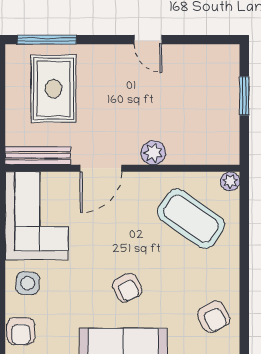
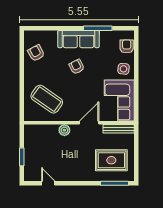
door: (148, 40) -> (48, 183), moved
rug: (54, 89) -> (111, 160), turned 90
plant: (230, 181) -> (28, 117), removed

